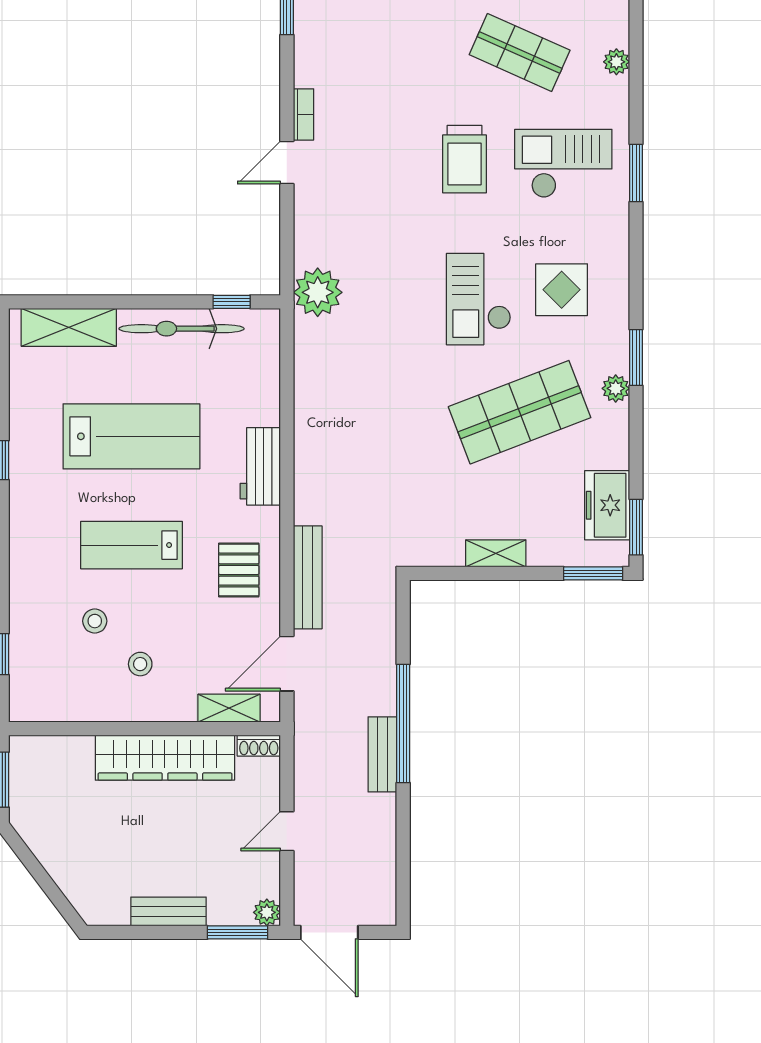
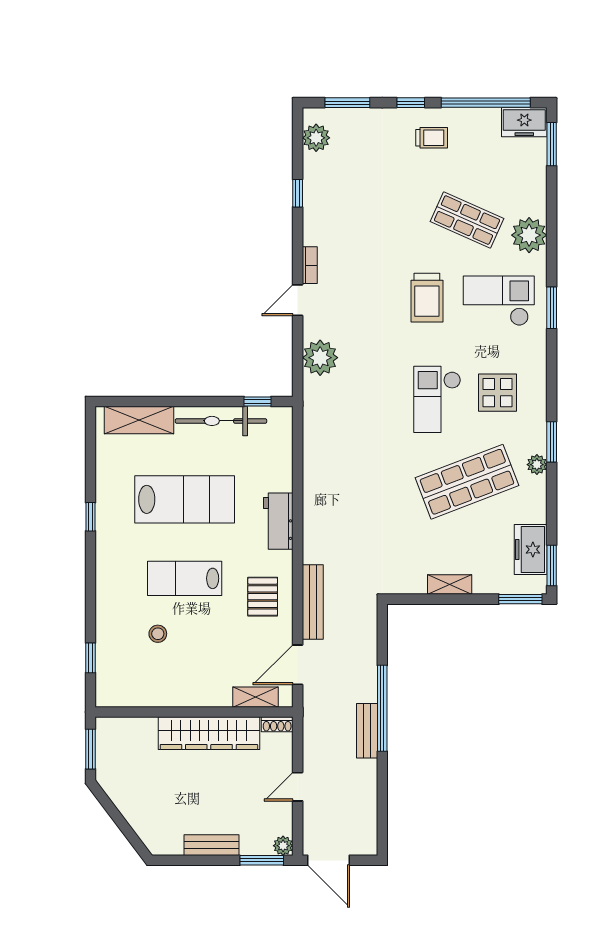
plant: (616, 62) -> (529, 235), width x1.87, depth x1.87
plant: (318, 292) -> (320, 358), moved
stool: (140, 664) -> (191, 665), removed

